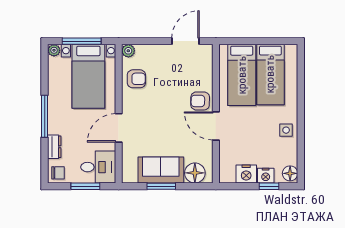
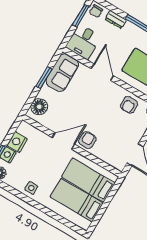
sofa: (161, 170) -> (62, 73), moved
window: (85, 186) -> (81, 16), moved

